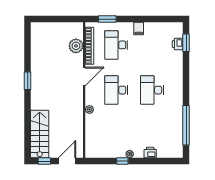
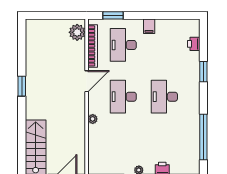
window: (186, 43) -> (203, 72), moved
plant: (76, 46) -> (77, 32), moved

